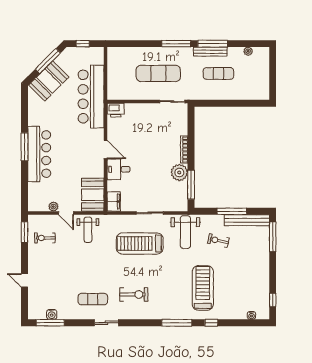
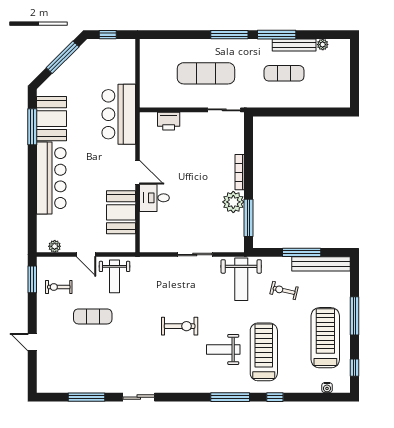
bench: (210, 52) -> (294, 45), moved
booth: (49, 81) -> (51, 119), moved, turned -45
bar counter: (91, 97) -> (119, 114), width x0.73
printer: (116, 110) -> (169, 121), moved
window: (25, 147) -> (32, 127), moved
booth: (93, 195) -> (121, 212), moved
filing cabinet: (114, 201) -> (148, 240), removed
plant: (53, 207) -> (55, 246), moved
window: (273, 237) -> (355, 316), moved
treadmill: (140, 243) -> (325, 338), moved, turned 90
weight bench: (172, 286) -> (223, 349), added
exercise bike: (134, 294) -> (180, 326), moved
exercise mat: (93, 299) -> (93, 316), moved
water cooler: (52, 314) -> (68, 386), removed
window: (50, 323) -> (86, 397), moved

